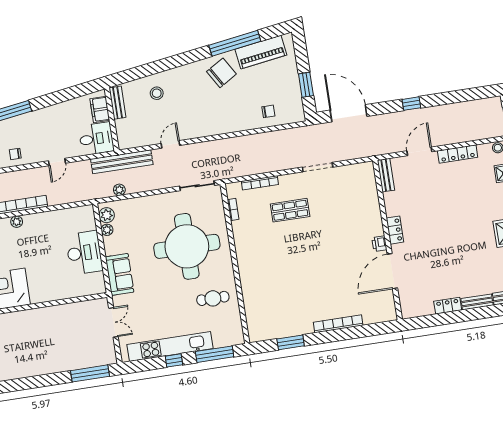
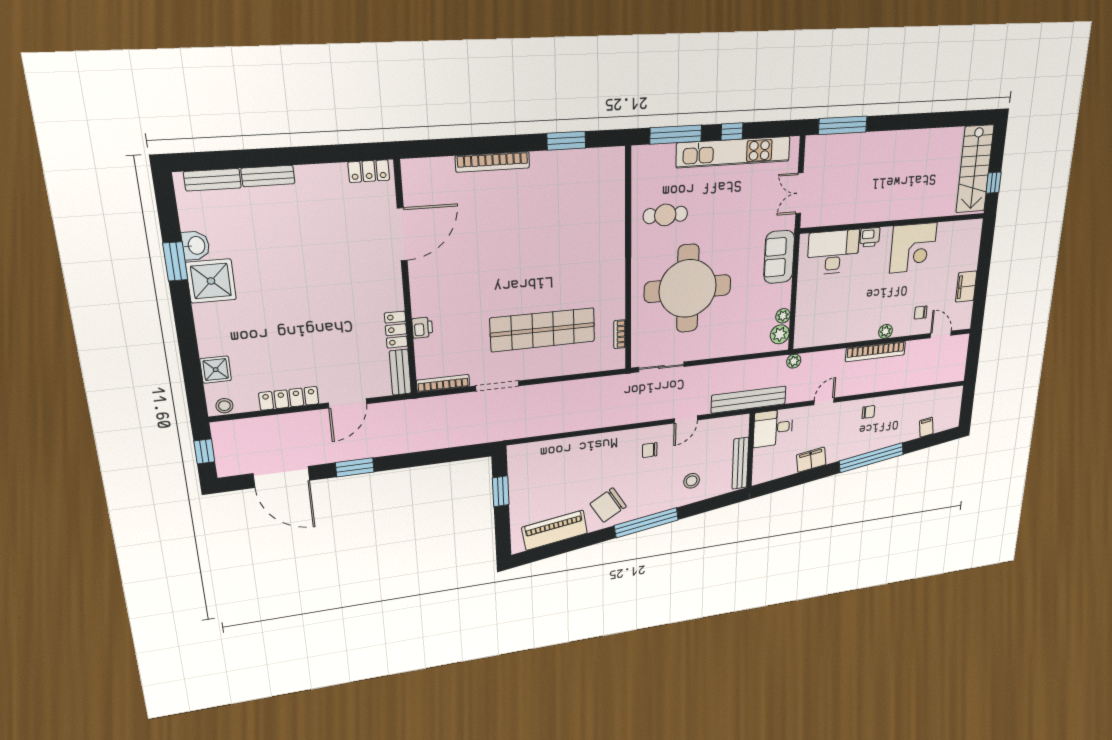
window: (235, 43) -> (646, 523), moved
bench: (117, 103) -> (740, 463), width x1.36
window: (411, 104) -> (355, 467), width x1.50
filing cabinet: (100, 109) -> (811, 460), moved, turned -98
chair: (268, 111) -> (650, 450), moved
door: (349, 113) -> (282, 477), moved
bookcase: (260, 183) -> (443, 383), moved
plant: (119, 190) -> (794, 361), moved
shop shelf: (290, 210) -> (543, 330), width x2.00, depth x1.36
locker: (395, 230) -> (396, 330), moved
printer: (379, 244) -> (422, 328), moved
desk: (84, 253) -> (833, 252), moved, turned 90
printer: (49, 295) -> (870, 237), added
locker: (448, 306) -> (369, 171), moved

